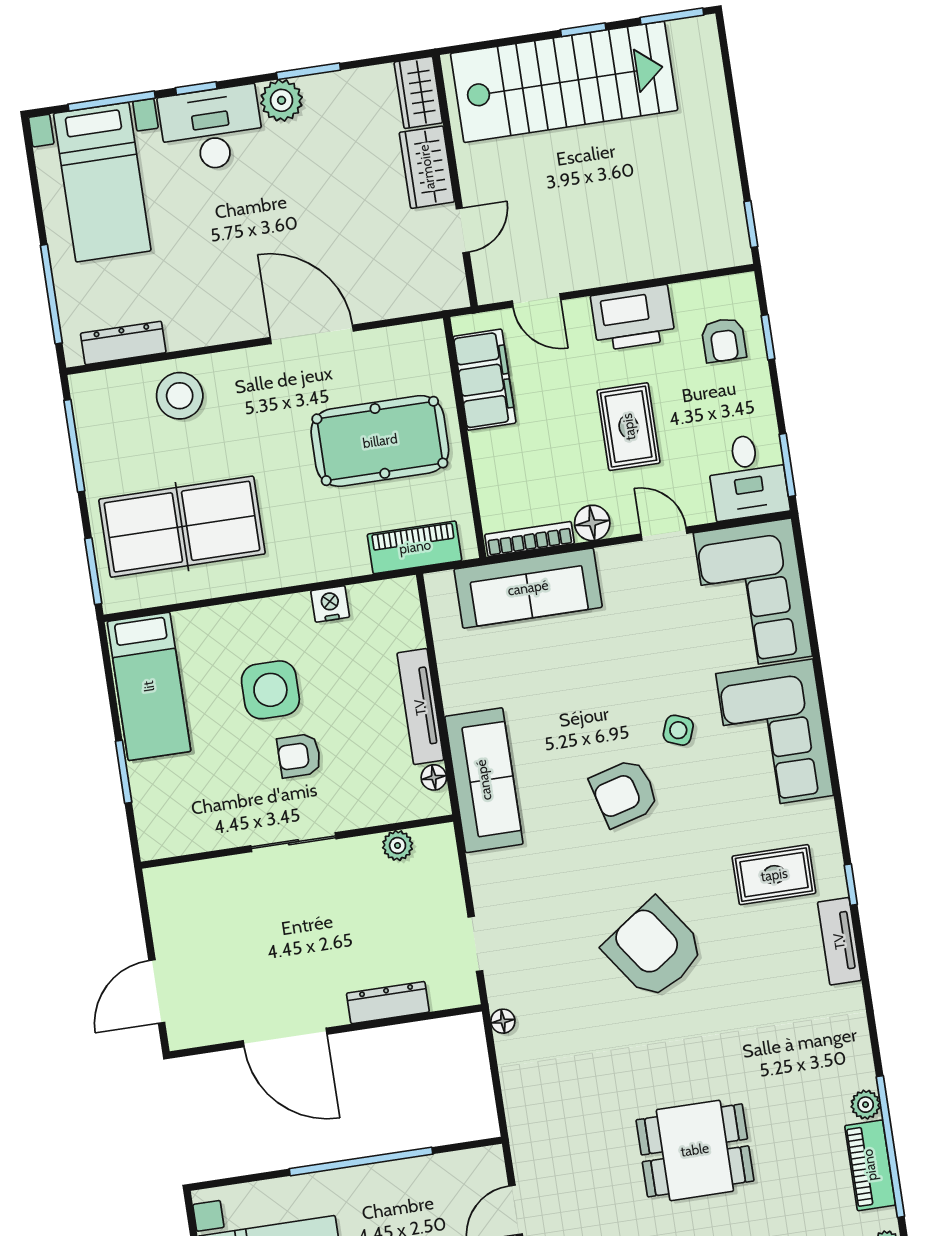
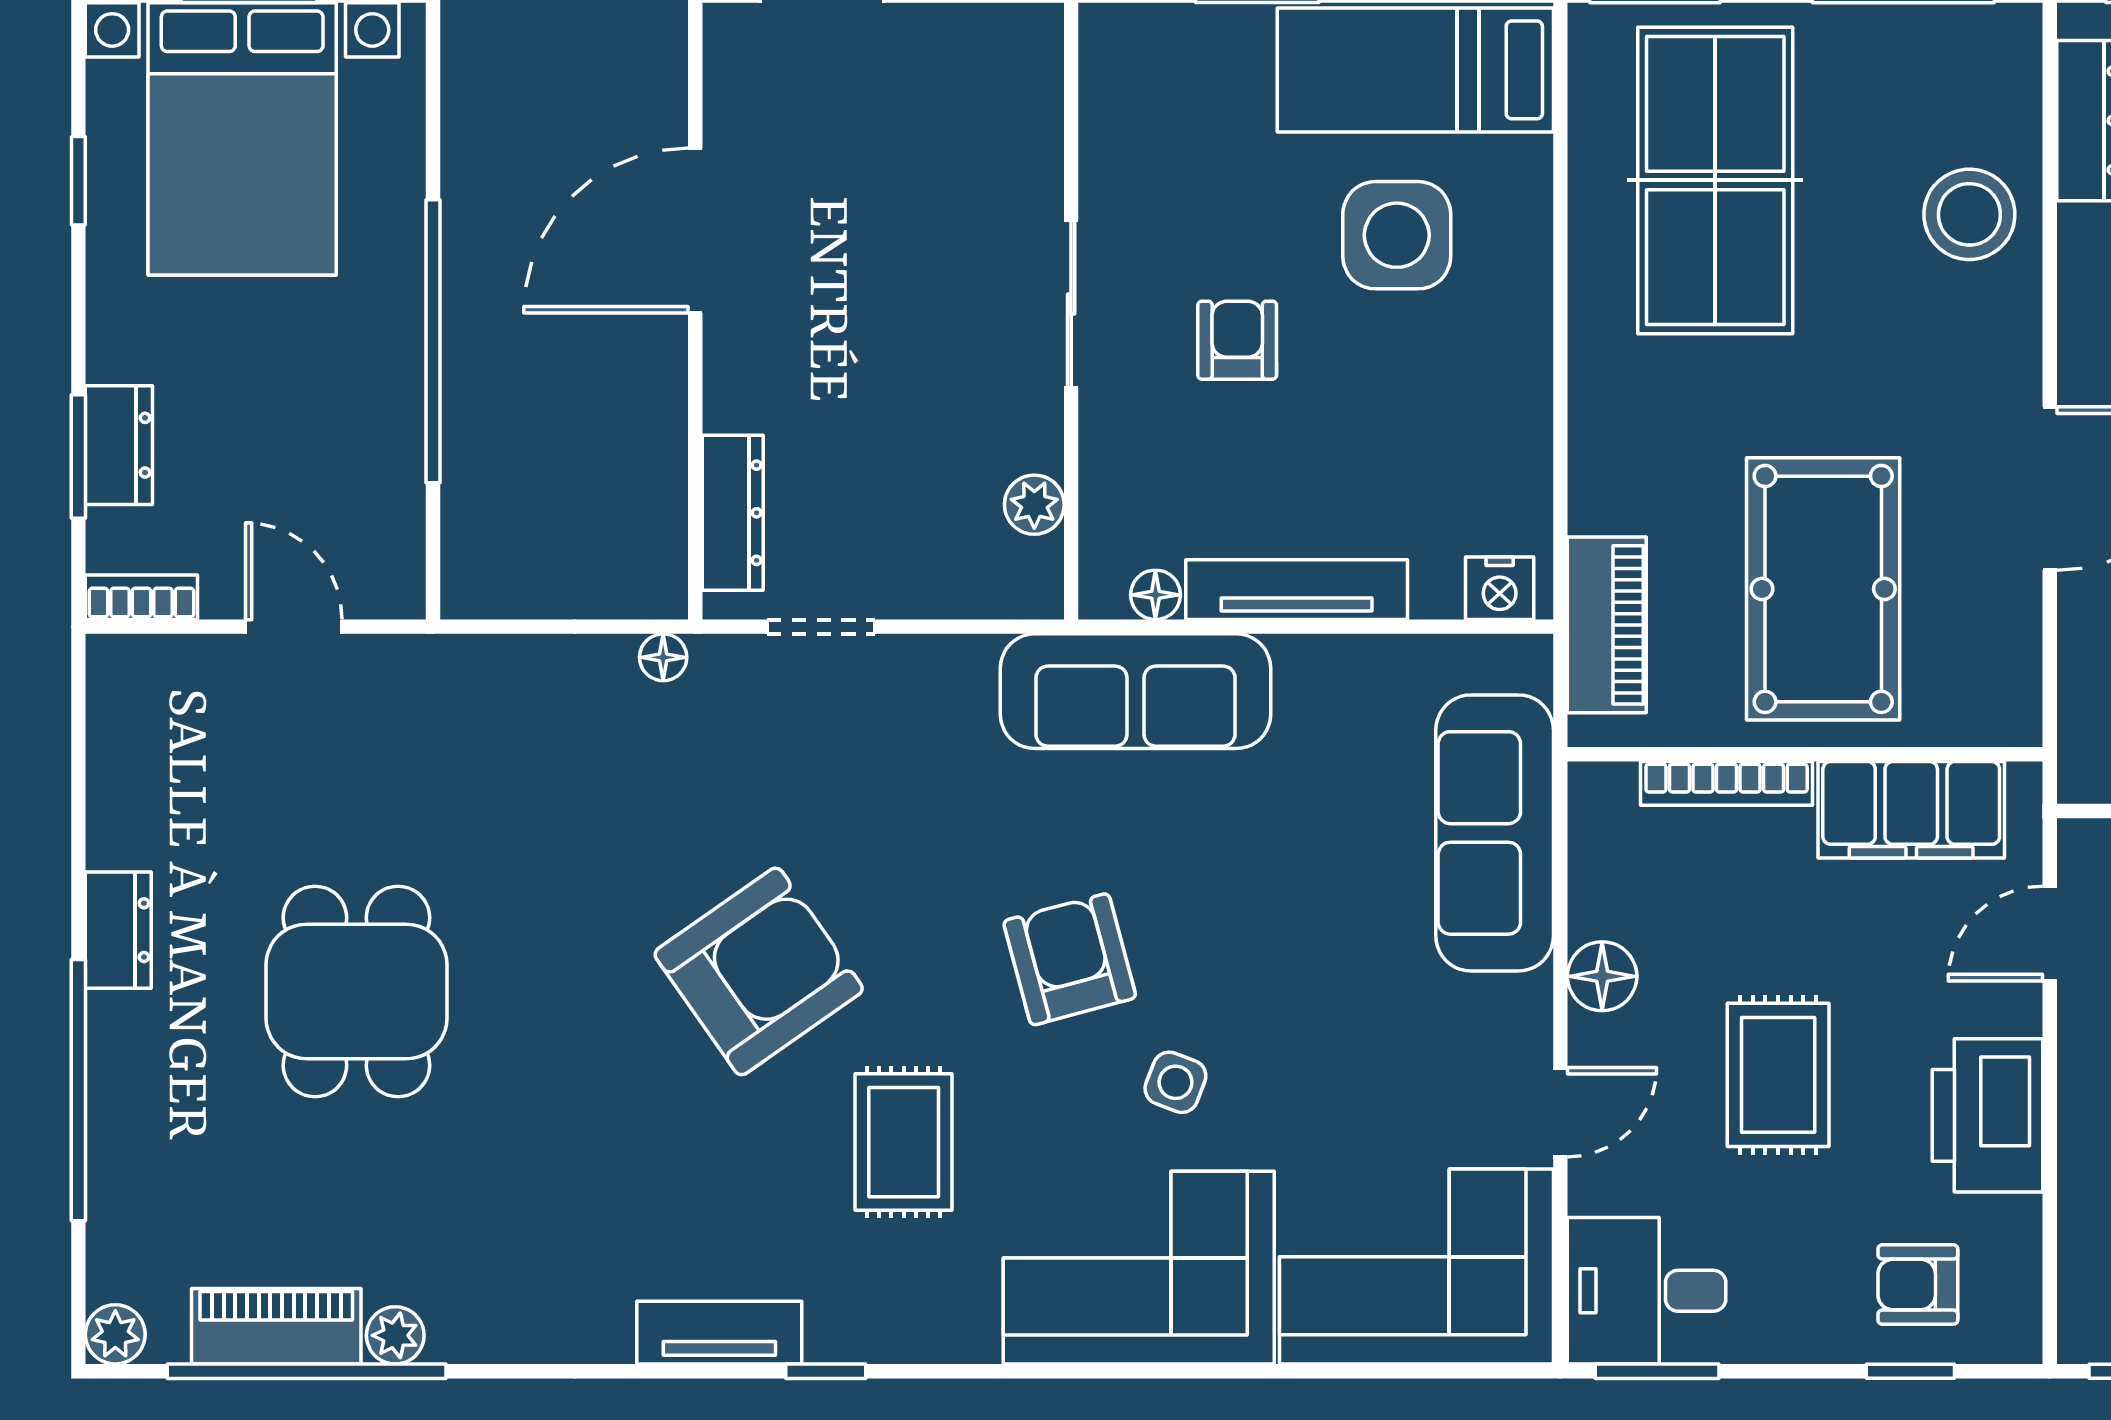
rug: (629, 427) -> (1778, 1075), turned 90
bookcase: (530, 539) -> (1727, 783), moved, turned 90
nightstand: (330, 604) -> (1500, 588), moved, turned 90
side table: (270, 690) -> (1397, 235), moved
rug: (774, 875) -> (904, 1142), moved
dresser: (388, 1003) -> (733, 513), moved

